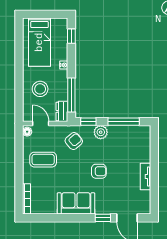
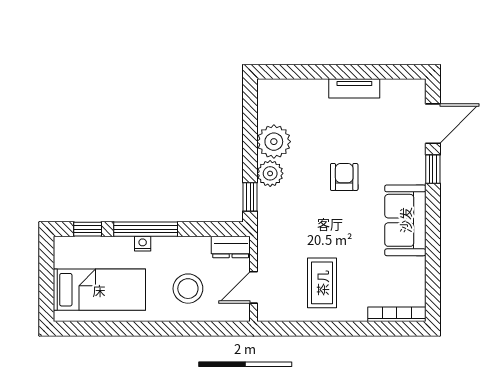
window: (71, 95) -> (146, 229), moved
window: (124, 122) -> (250, 130), removed
floor lamp: (27, 132) -> (269, 313), removed
plant: (117, 134) -> (274, 142), added
armchair: (74, 141) -> (287, 225), removed

